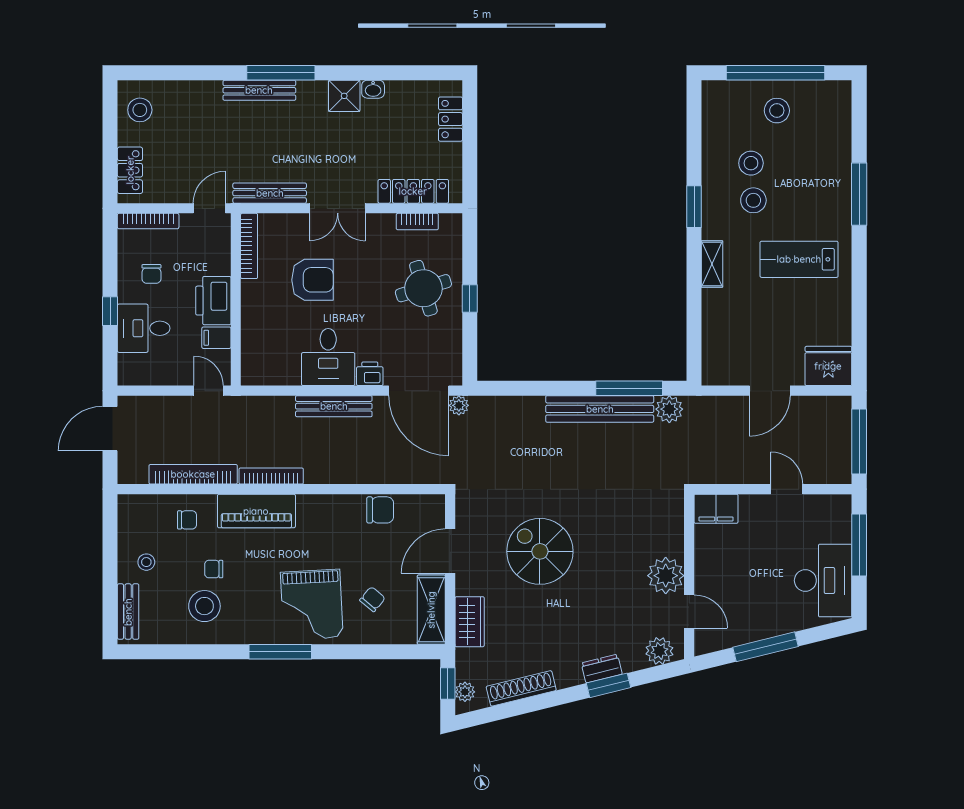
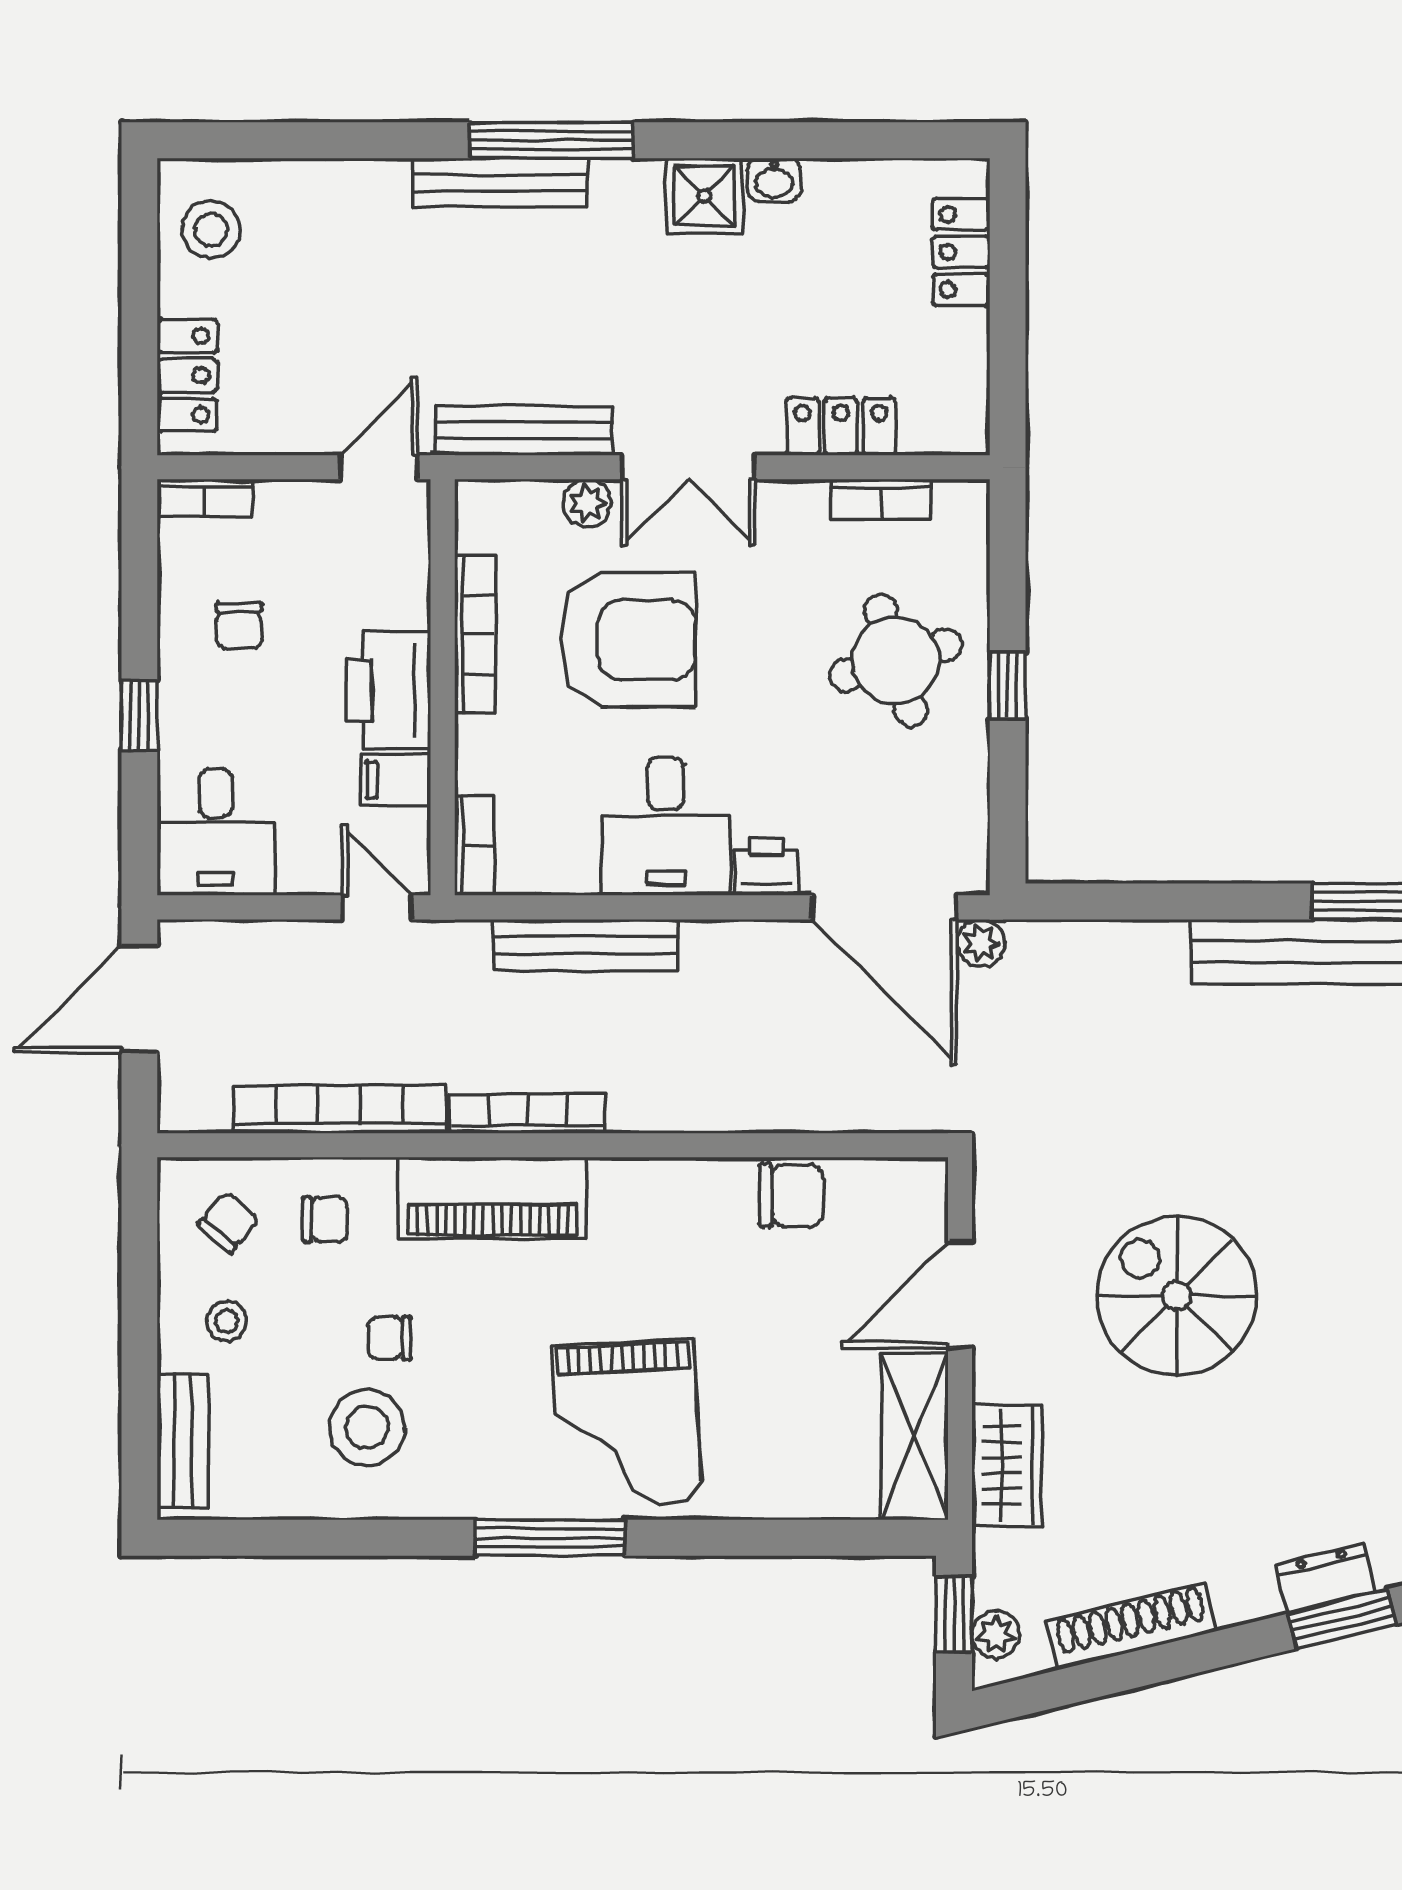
locker: (413, 191) -> (841, 426), width x0.66
bookcase: (148, 221) -> (205, 498), width x0.64
plant: (296, 223) -> (587, 503), added
bookcase: (249, 246) -> (475, 634), moved
armchair: (313, 280) -> (628, 640), width x1.36, depth x1.36
desk: (144, 328) -> (216, 832), moved, turned -90
bookcase: (249, 365) -> (474, 846), added
bench: (334, 406) -> (585, 945), moved
chair: (372, 599) -> (228, 1222), moved

